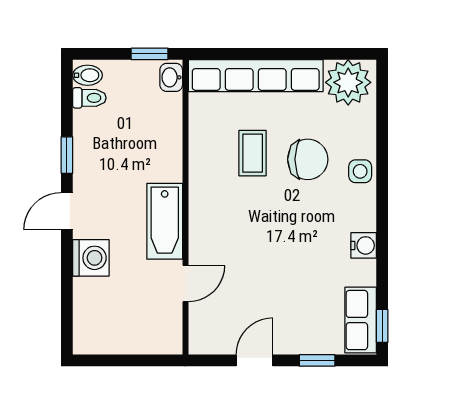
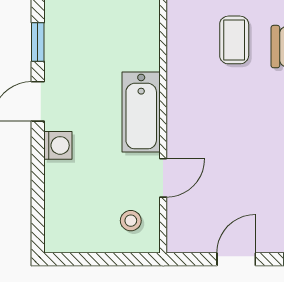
washing machine: (91, 258) -> (58, 145), width x0.73, depth x0.73
stool: (155, 324) -> (131, 221), added

